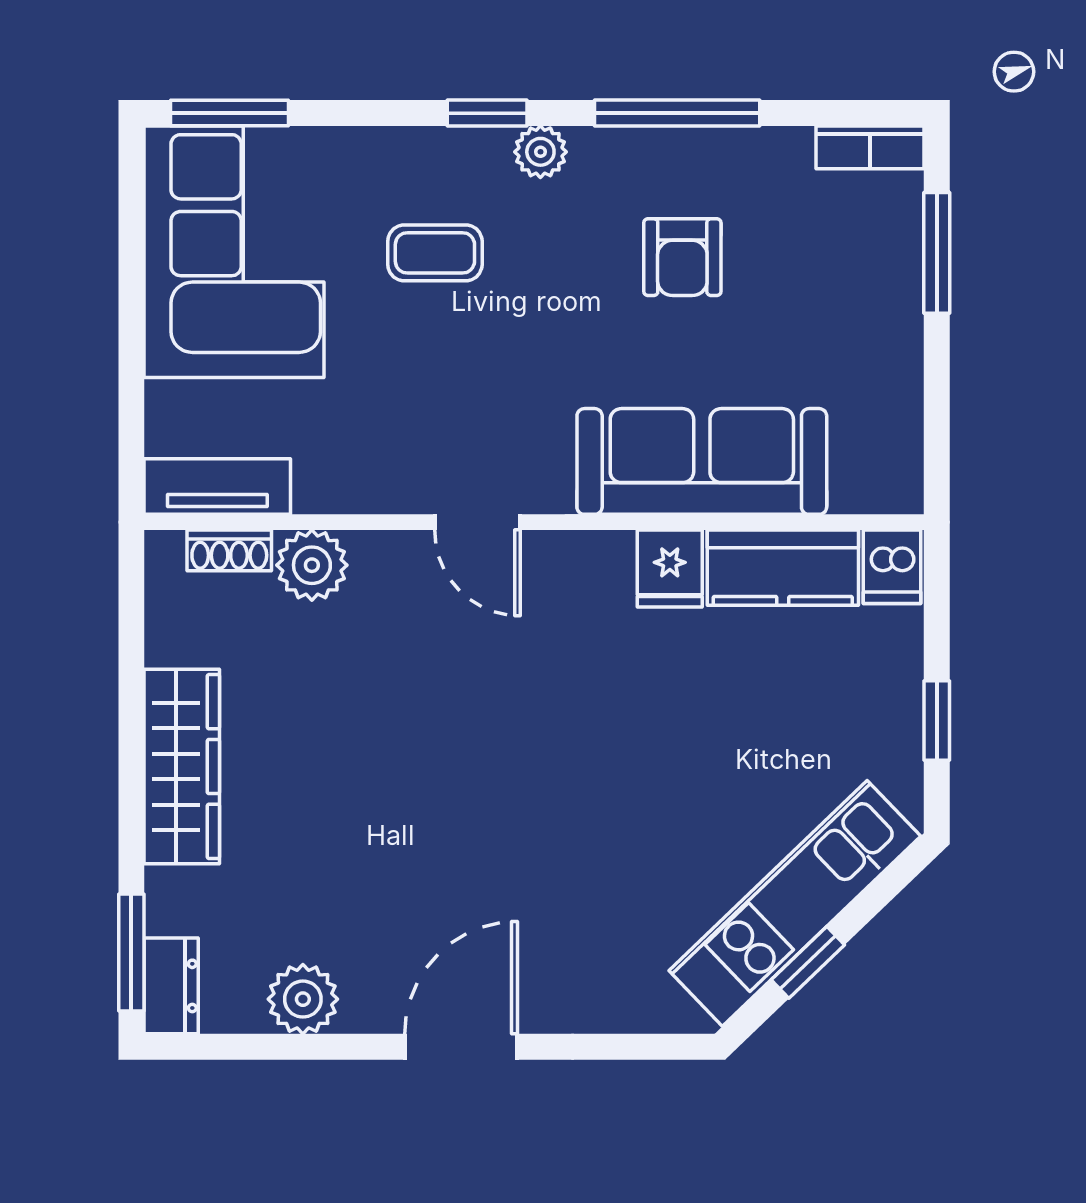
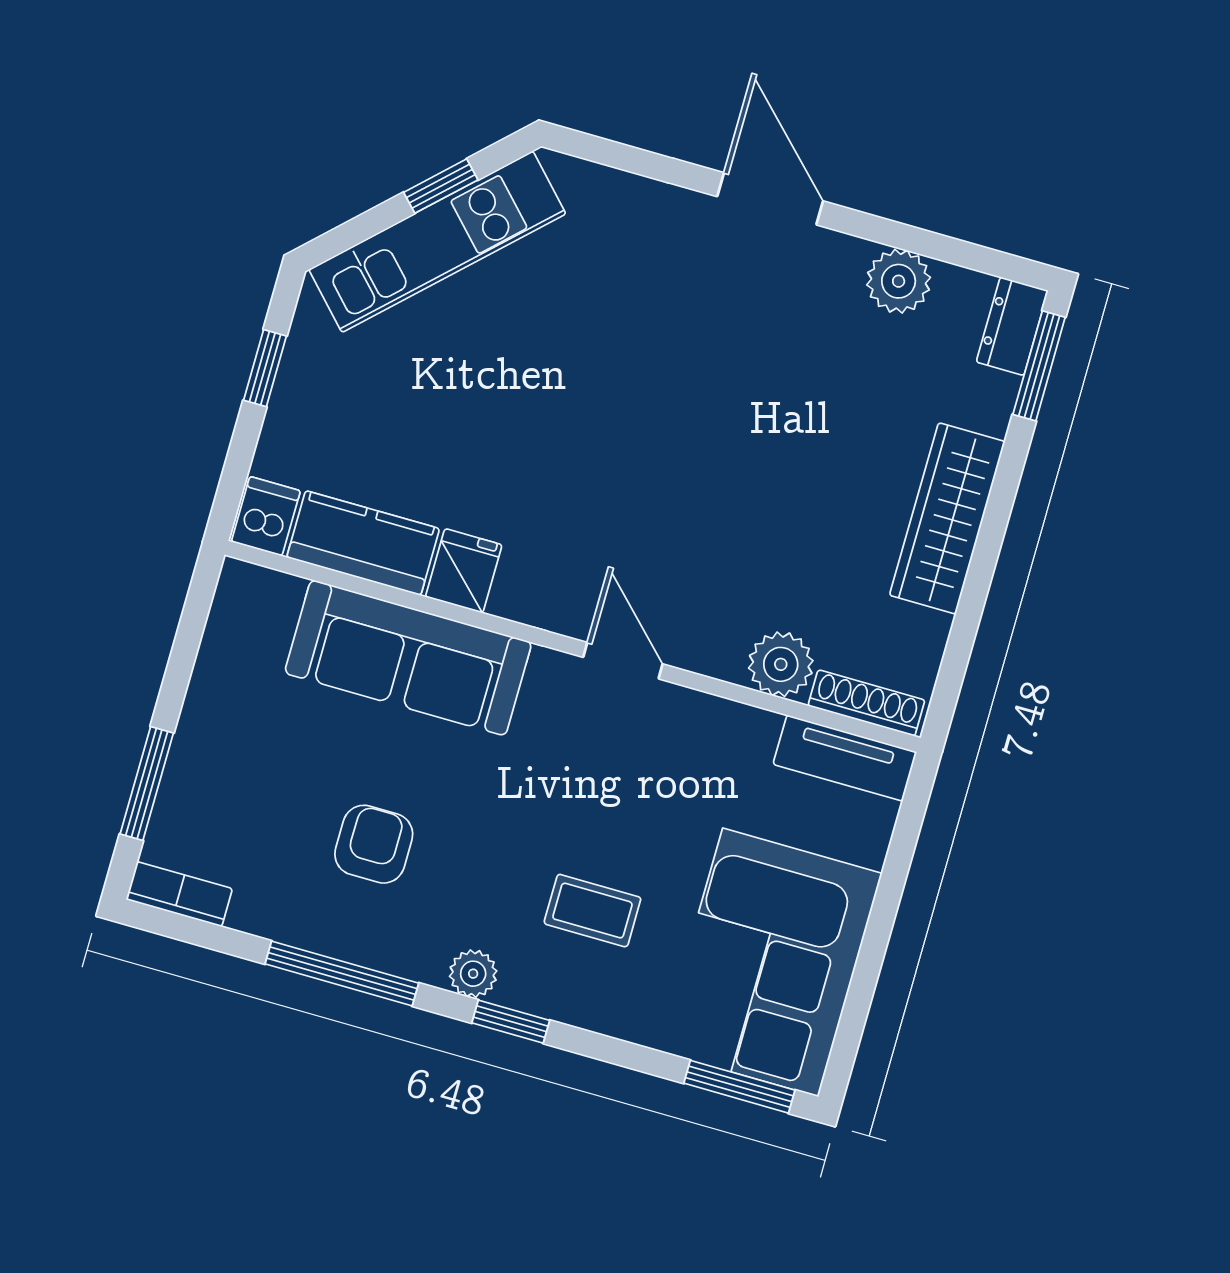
shoe rack: (229, 550) -> (866, 703), width x1.43
door: (461, 1047) -> (770, 199), swing flipped

